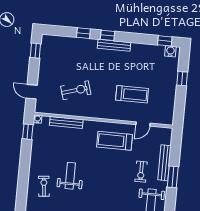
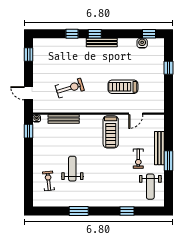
water cooler: (170, 51) -> (142, 43), moved
treadmill: (132, 94) -> (123, 87), turned 180
treadmill: (115, 141) -> (111, 132), turned -90

